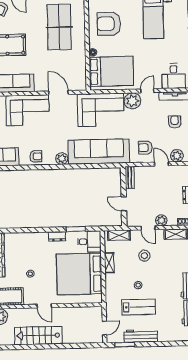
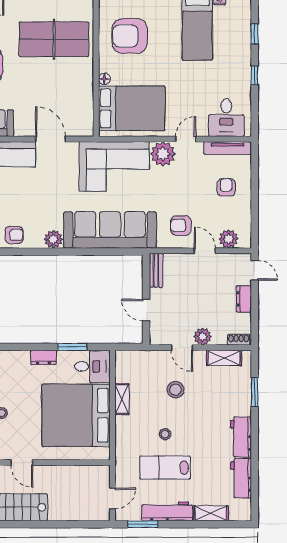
table tennis table: (59, 27) -> (54, 39), turned 90
shelving: (119, 235) -> (211, 513), moved
lab bench: (139, 307) -> (165, 468), turned 180

